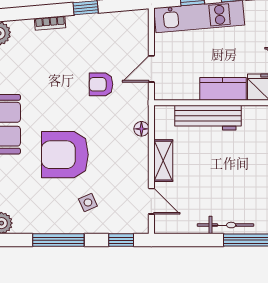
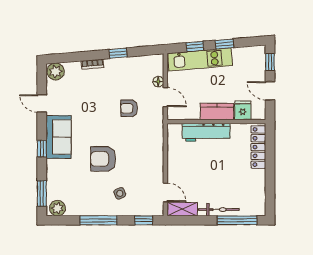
door: (151, 69) -> (165, 97), swing flipped
floor lamp: (141, 129) -> (158, 82), moved
armchair: (65, 155) -> (103, 159), width x0.73, depth x0.73
shelving: (163, 161) -> (182, 209), moved, turned 90

